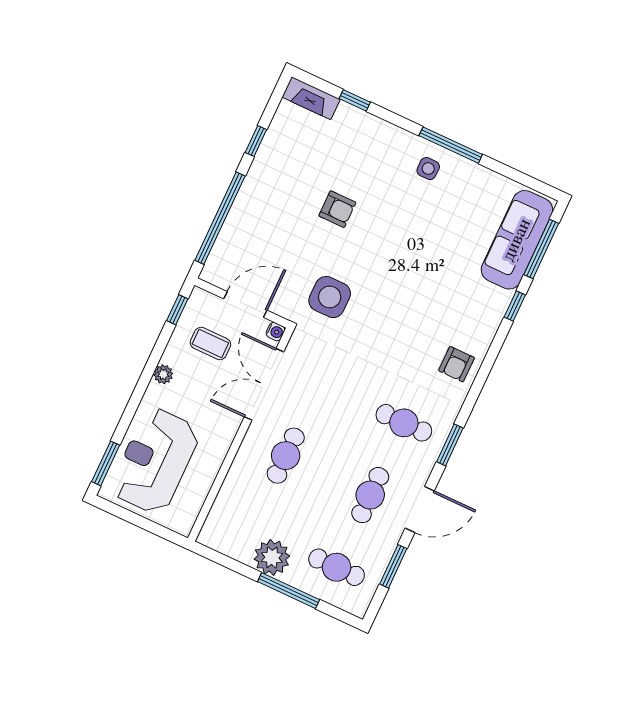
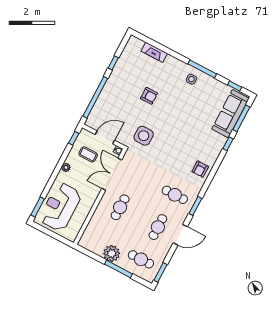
fireplace: (311, 98) -> (154, 52), moved
window: (355, 100) -> (235, 86), moved
window: (393, 566) -> (160, 272), moved

